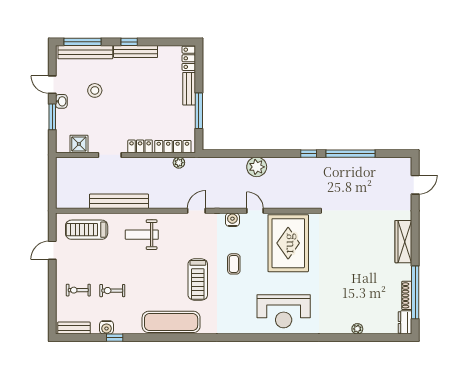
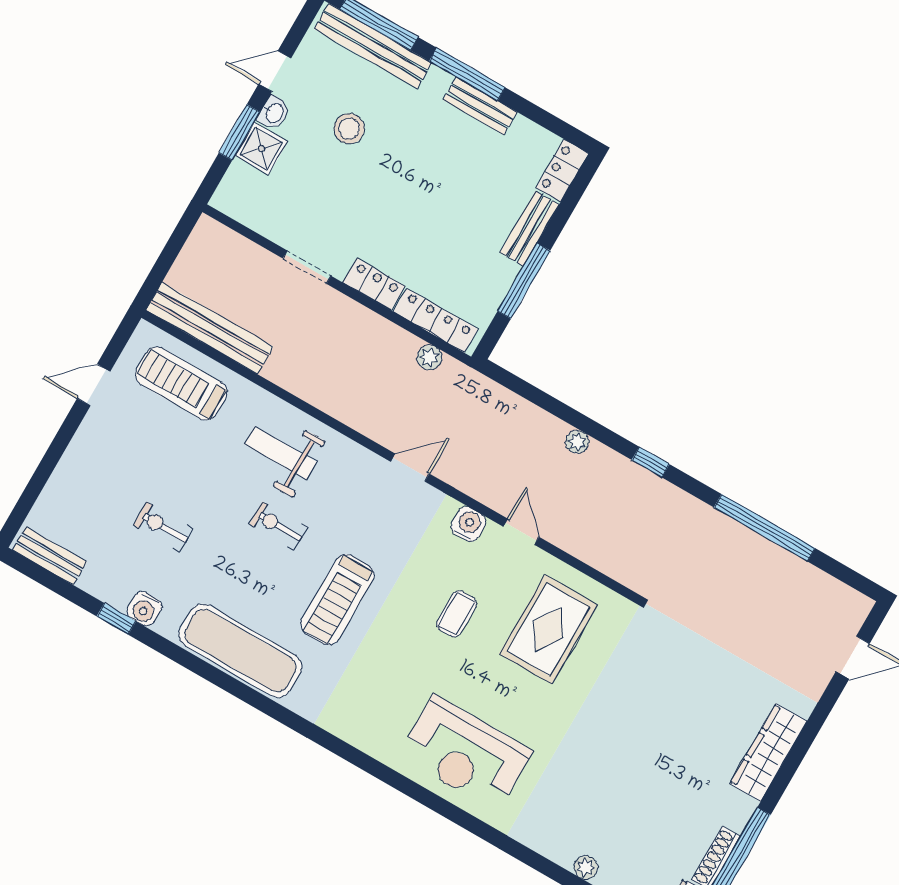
window: (129, 42) -> (467, 74), width x2.17
bench: (136, 51) -> (480, 106), width x0.73
door: (52, 85) -> (275, 71), hinge flipped
shower: (79, 144) -> (261, 148), moved
window: (309, 154) -> (651, 462), moved
plant: (257, 167) -> (577, 442), width x0.53, depth x0.53
bench: (119, 201) -> (210, 328), moved
rug: (288, 243) -> (548, 629), width x0.73, depth x0.69
coffee table: (234, 264) -> (457, 614), moved
exercise bike: (78, 290) -> (278, 526), moved
water cooler: (106, 327) -> (144, 609), moved

